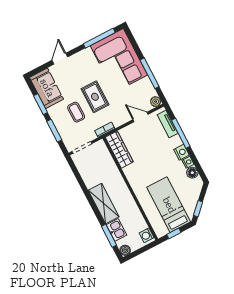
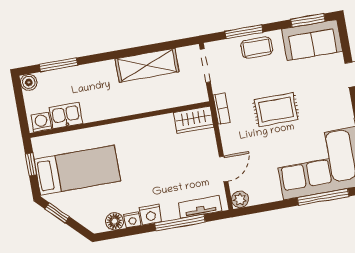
window: (150, 73) -> (323, 197), moved
window: (40, 104) -> (308, 20), moved
coffee table: (76, 112) -> (257, 48), moved
wardrobe: (119, 150) -> (194, 120), width x0.67
shelving: (104, 203) -> (147, 65), moved
kitchen sink: (116, 230) -> (66, 116), moved, turned 180

